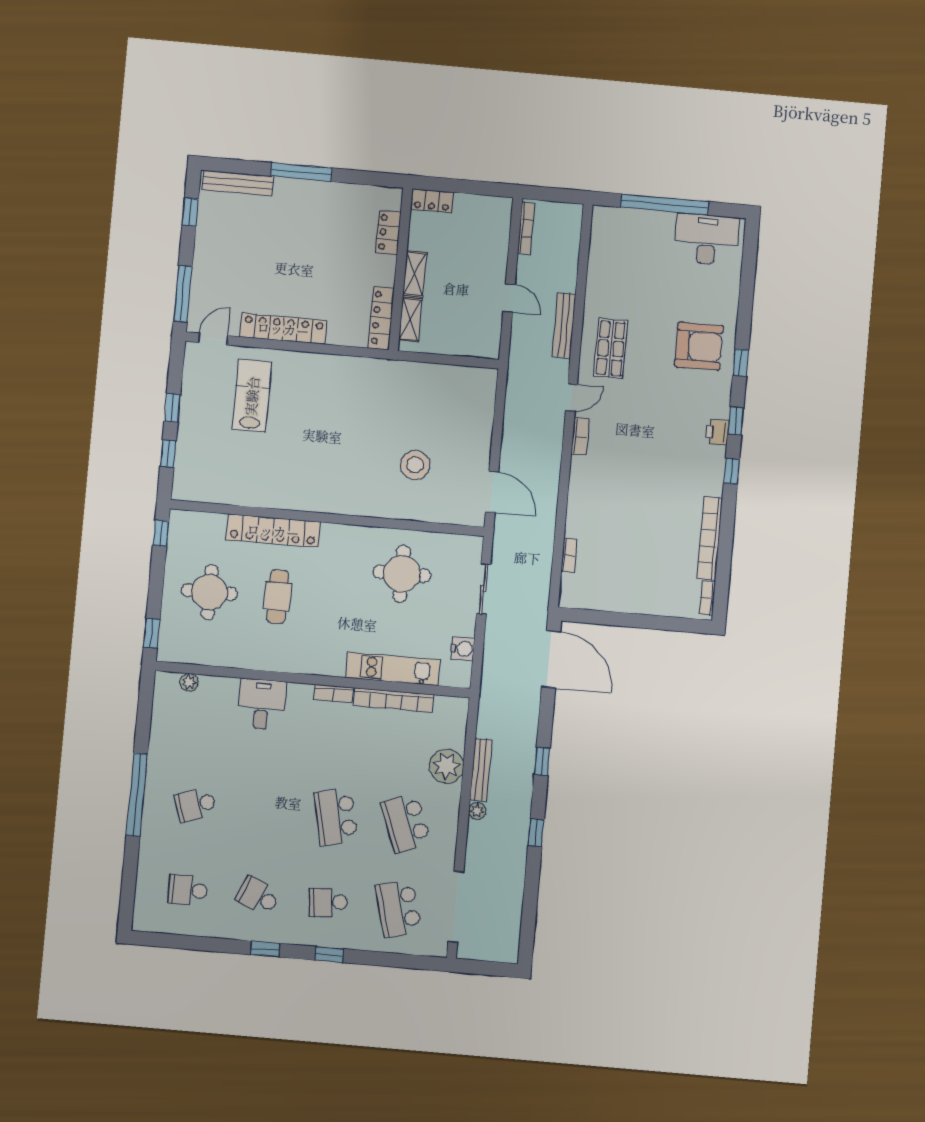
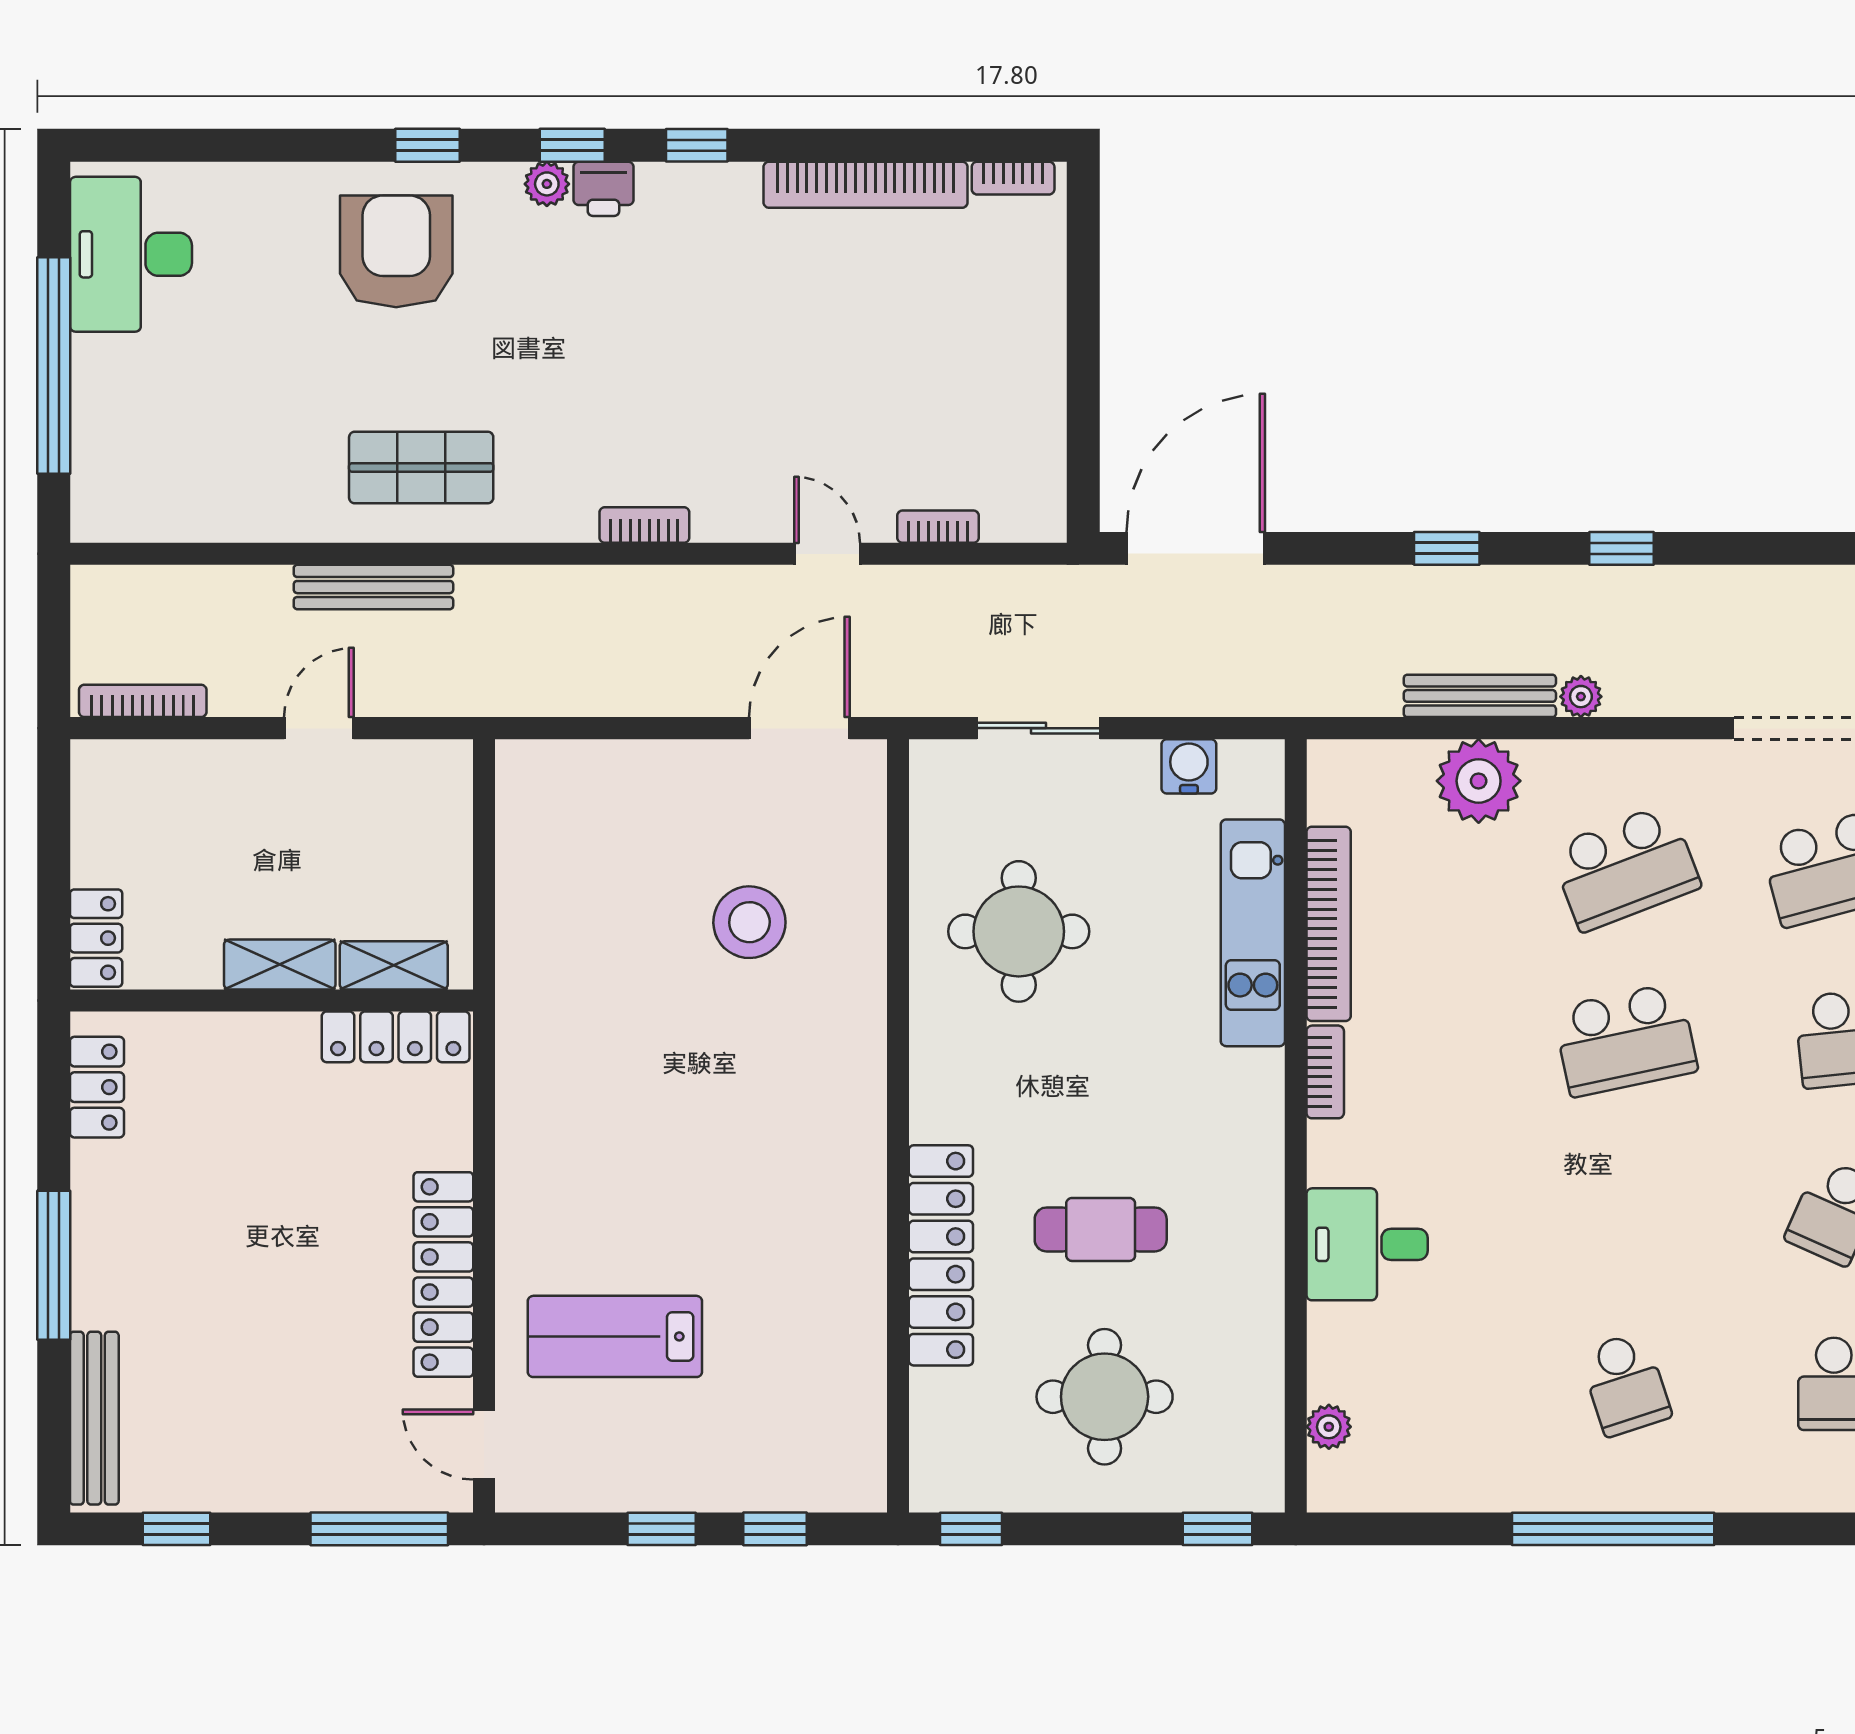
locker: (388, 233) -> (97, 1087), moved, turned -90
door: (571, 397) -> (827, 554), moved
plant: (721, 409) -> (547, 184), added

